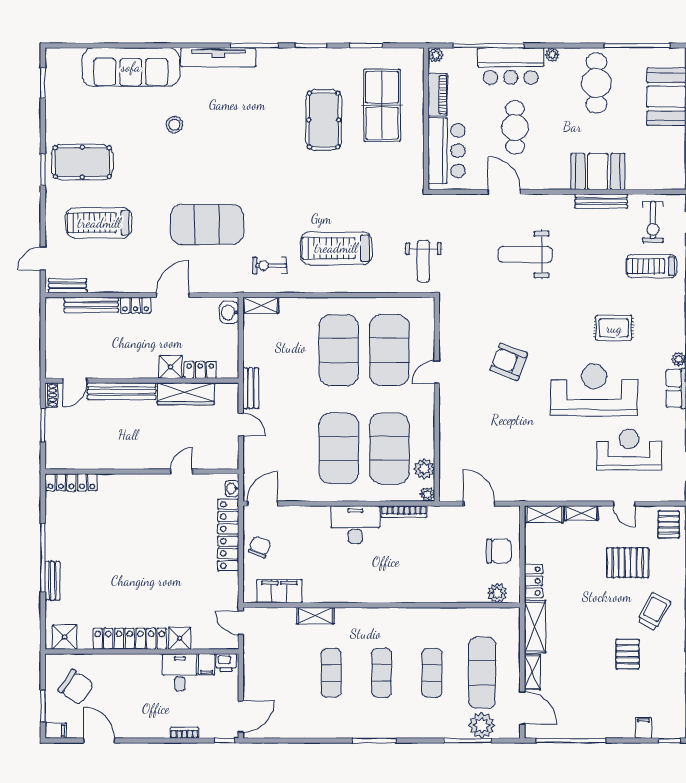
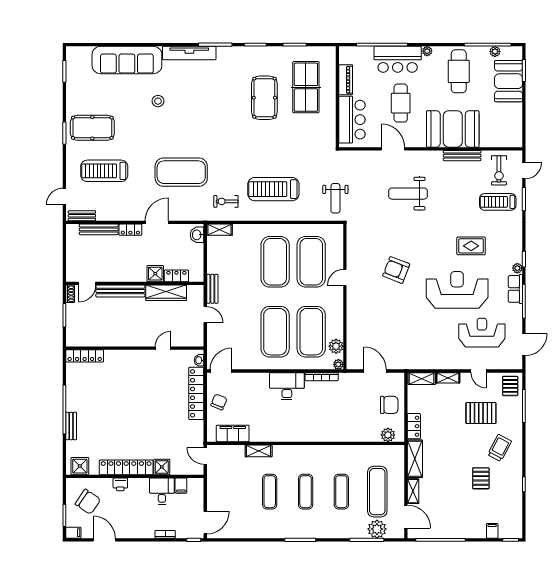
plant: (436, 55) -> (495, 51), moved
booth: (598, 171) -> (453, 129), width x1.36, depth x1.42
printer: (226, 663) -> (120, 484), moved

